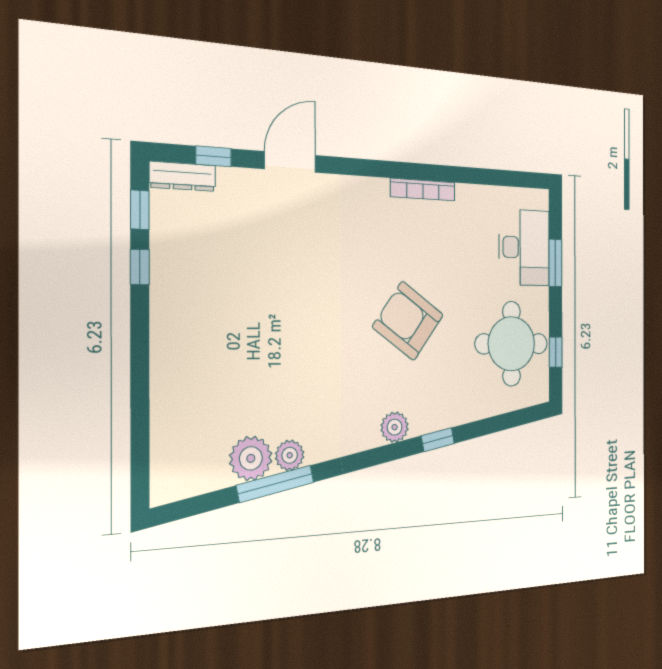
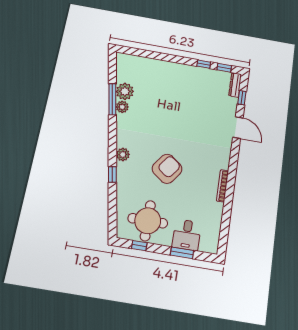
desk: (524, 247) -> (187, 235), width x0.73

